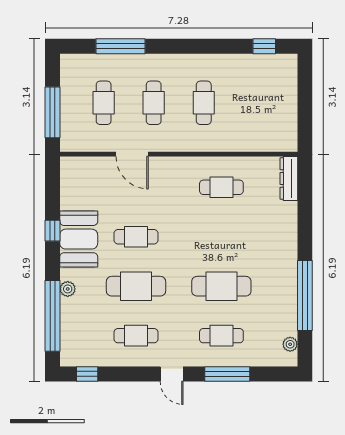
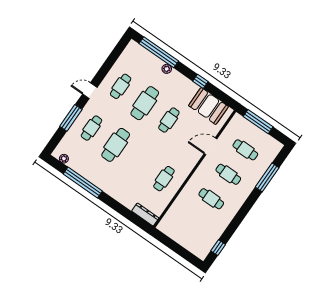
booth: (79, 239) -> (208, 106), moved
window: (87, 374) -> (119, 49), removed

